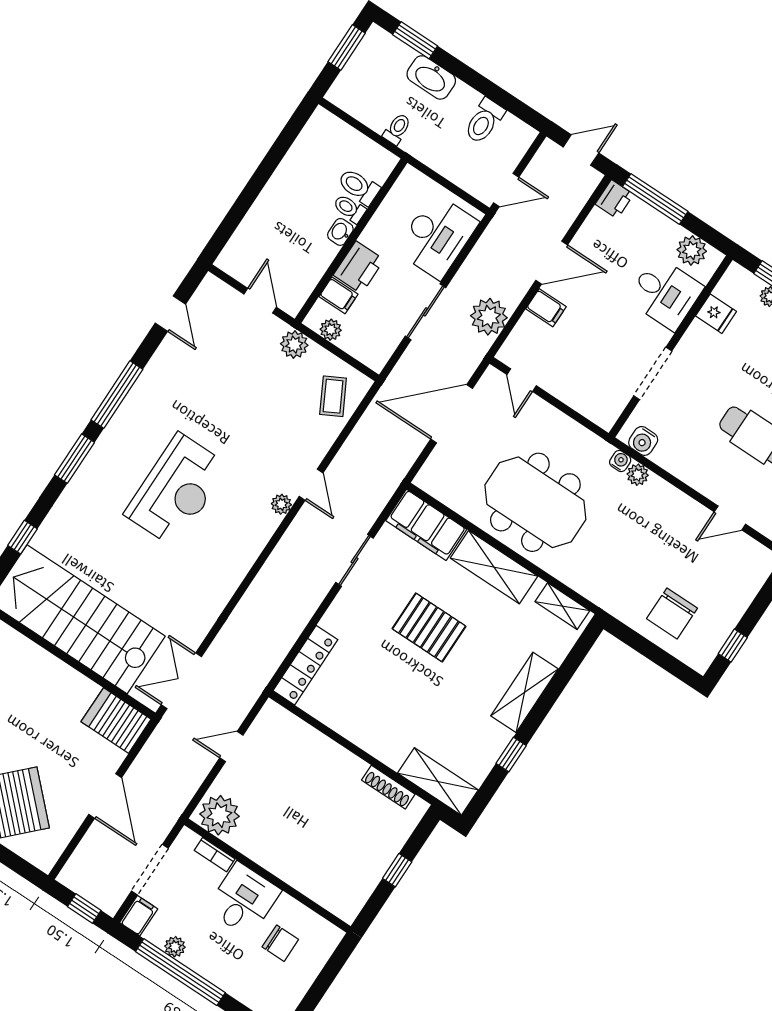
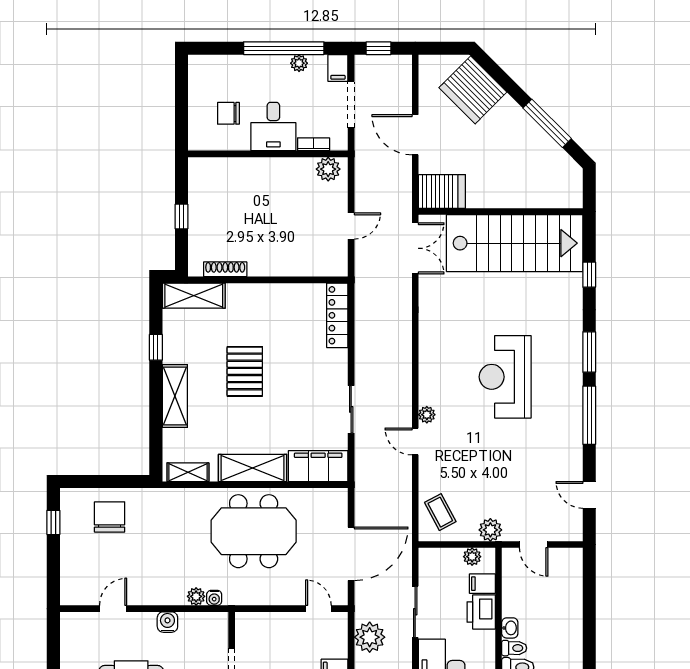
water cooler: (643, 441) -> (167, 622), moved
pallet: (429, 627) -> (245, 371), moved, turned 90
plant: (219, 815) -> (328, 169), width x0.73, depth x0.73

